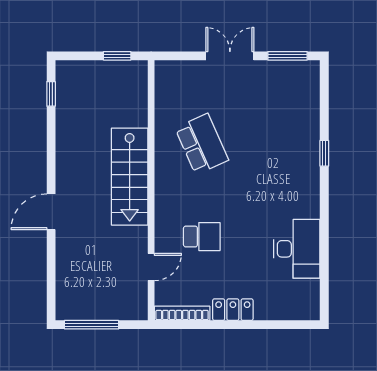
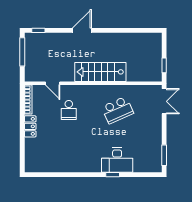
double door: (230, 56) -> (164, 101), moved
window: (51, 94) -> (38, 30), moved
door: (51, 212) -> (82, 30), hinge flipped
desk: (297, 249) -> (117, 160), moved

